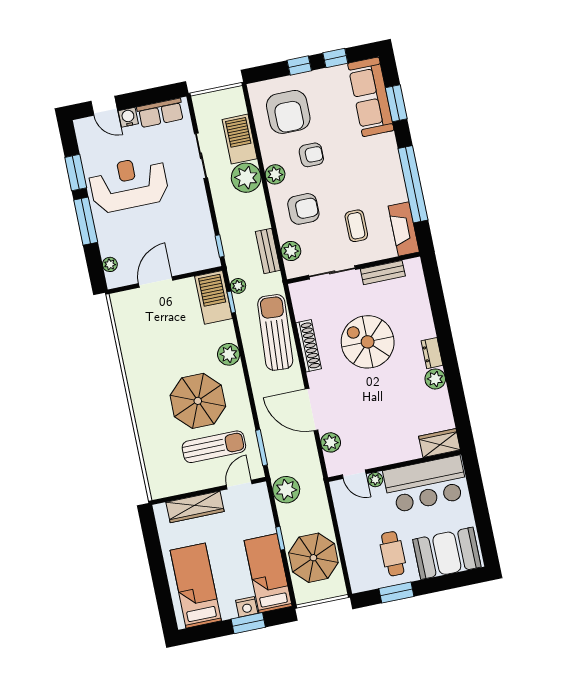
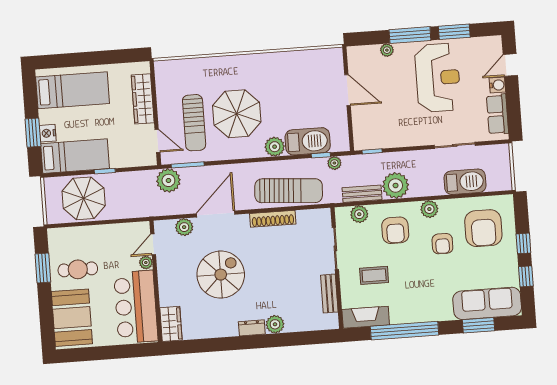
armchair: (288, 112) -> (483, 228), turned -90
plant: (246, 178) -> (396, 185), moved
plant: (110, 264) -> (387, 50), moved
barbecue: (214, 297) -> (308, 141), moved
spiral stairs: (368, 342) -> (221, 275), moved
plant: (435, 379) -> (275, 324), moved
plant: (286, 490) -> (168, 180), moved

